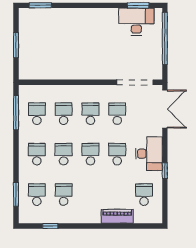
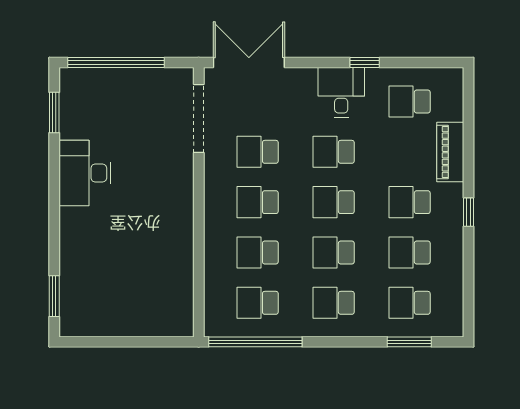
desk: (136, 22) -> (85, 173), moved
window: (16, 45) -> (129, 342), removed
window: (16, 113) -> (255, 342), width x1.46
desk: (149, 154) -> (341, 92), width x0.73
school desk: (90, 195) -> (410, 202), added
window: (50, 226) -> (468, 212), moved

